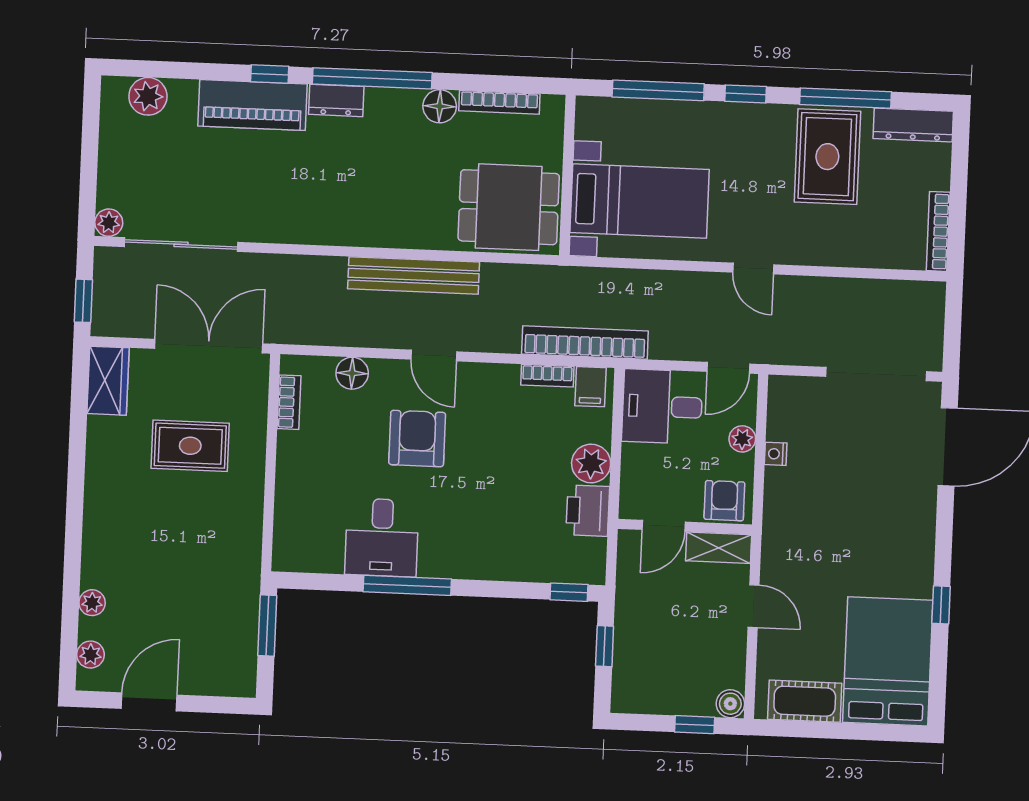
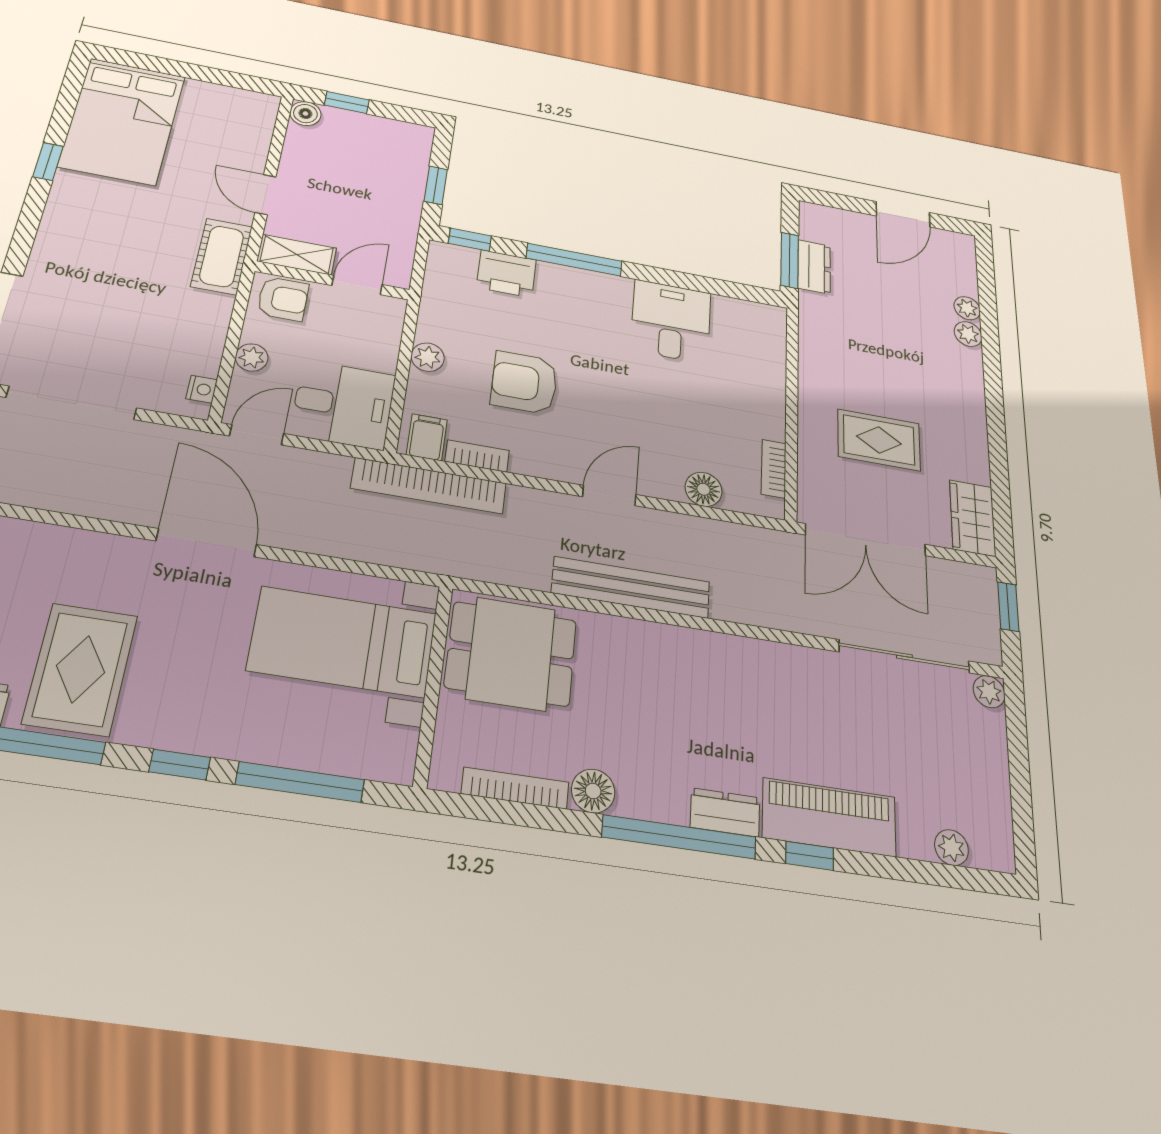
plant: (148, 96) -> (951, 848), width x0.73, depth x0.73
door: (753, 268) -> (206, 543), width x1.88
door: (434, 355) -> (609, 496), hinge flipped
armchair: (417, 438) -> (524, 383), moved, turned 90
nightstand: (776, 454) -> (202, 389), moved
plant: (591, 463) -> (428, 357), width x0.73, depth x0.73
armchair: (724, 501) -> (283, 299), turned -90
printer: (588, 511) -> (506, 274), moved, turned 90
window: (407, 585) -> (574, 260), moved
dresser: (243, 622) -> (814, 267), added
plant: (91, 655) -> (968, 334), moved
cot: (805, 701) -> (222, 256), moved, turned 90

